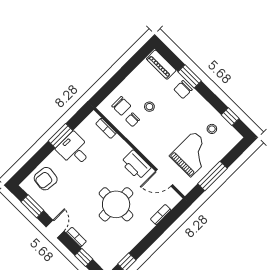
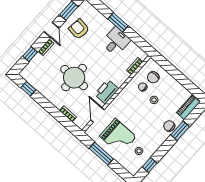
window: (60, 136) -> (118, 22), moved
armchair: (46, 179) -> (79, 29), moved
door: (55, 229) -> (52, 30), hinge flipped

